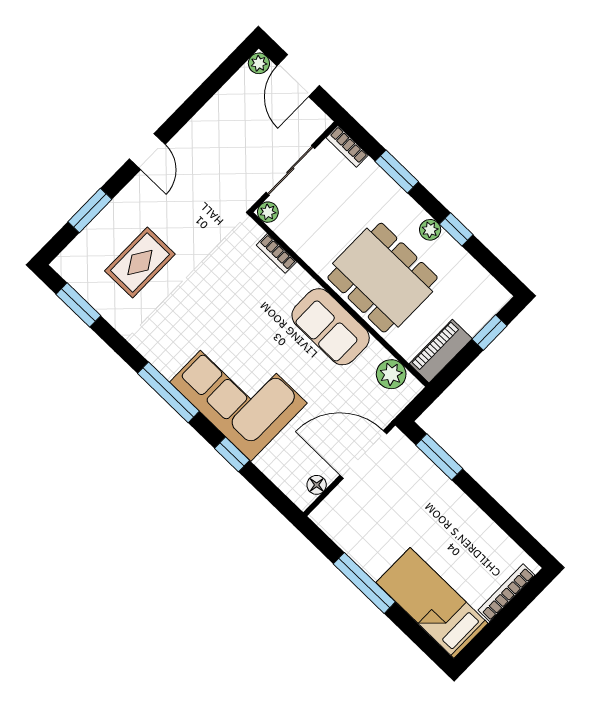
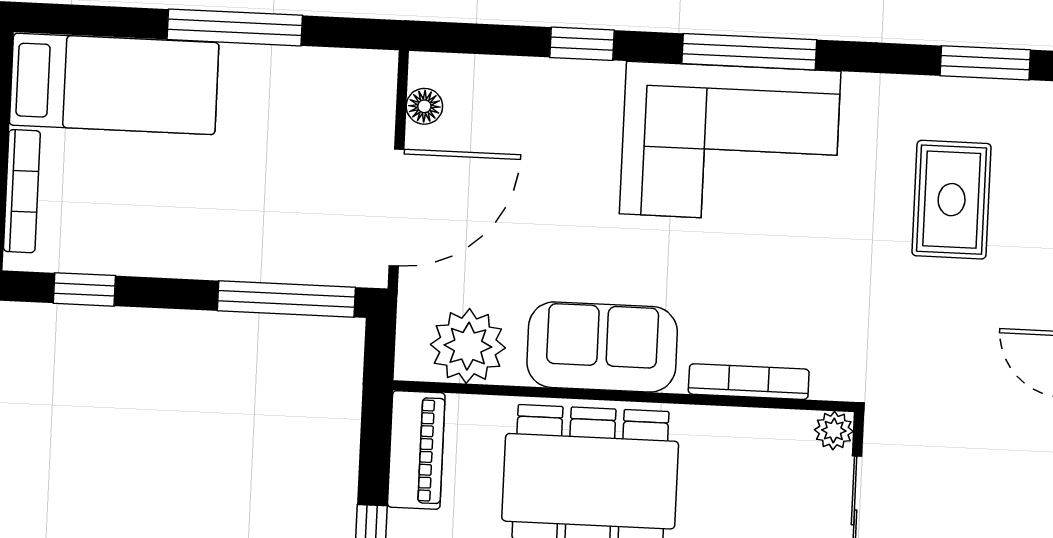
bookcase: (276, 253) -> (749, 382), width x1.56
plant: (391, 374) -> (468, 346), width x1.36, depth x1.36
corner sofa: (238, 393) -> (730, 143), moved
window: (439, 457) -> (286, 299), width x1.44
window: (516, 532) -> (84, 289), added

